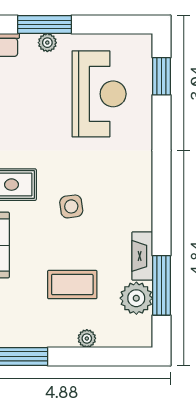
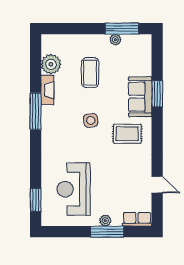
coffee table: (72, 285) -> (90, 73), turned 90
window: (161, 285) -> (36, 111), moved
plant: (87, 338) -> (115, 40), moved

